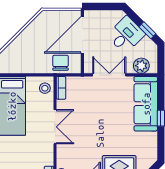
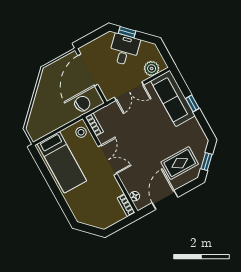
window: (147, 30) -> (127, 32), moved
chair: (61, 63) -> (82, 104), turned 76
double door: (109, 75) -> (129, 91), swing flipped

